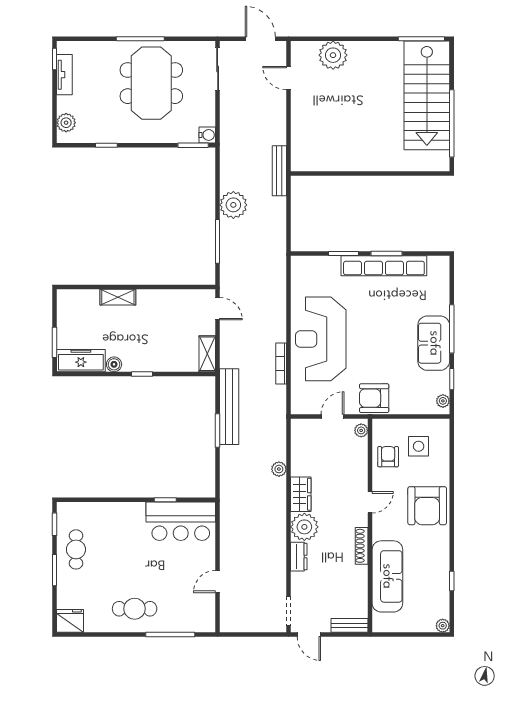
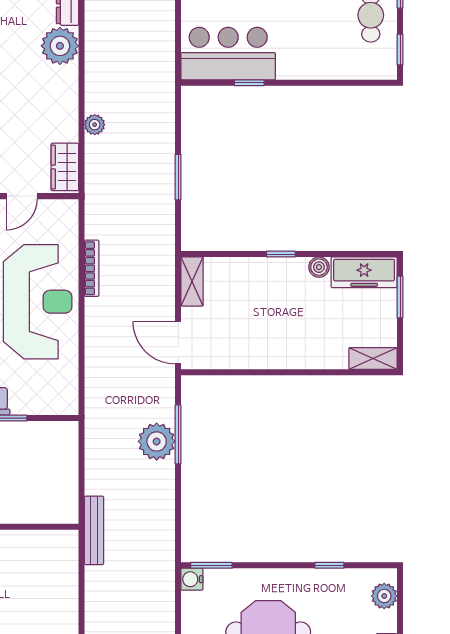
plant: (233, 205) -> (157, 441), moved
shelving: (118, 297) -> (373, 358), moved
door: (218, 309) -> (178, 343), width x1.38
bench: (229, 407) -> (162, 210), removed
wardrobe: (301, 494) -> (65, 167), moved

